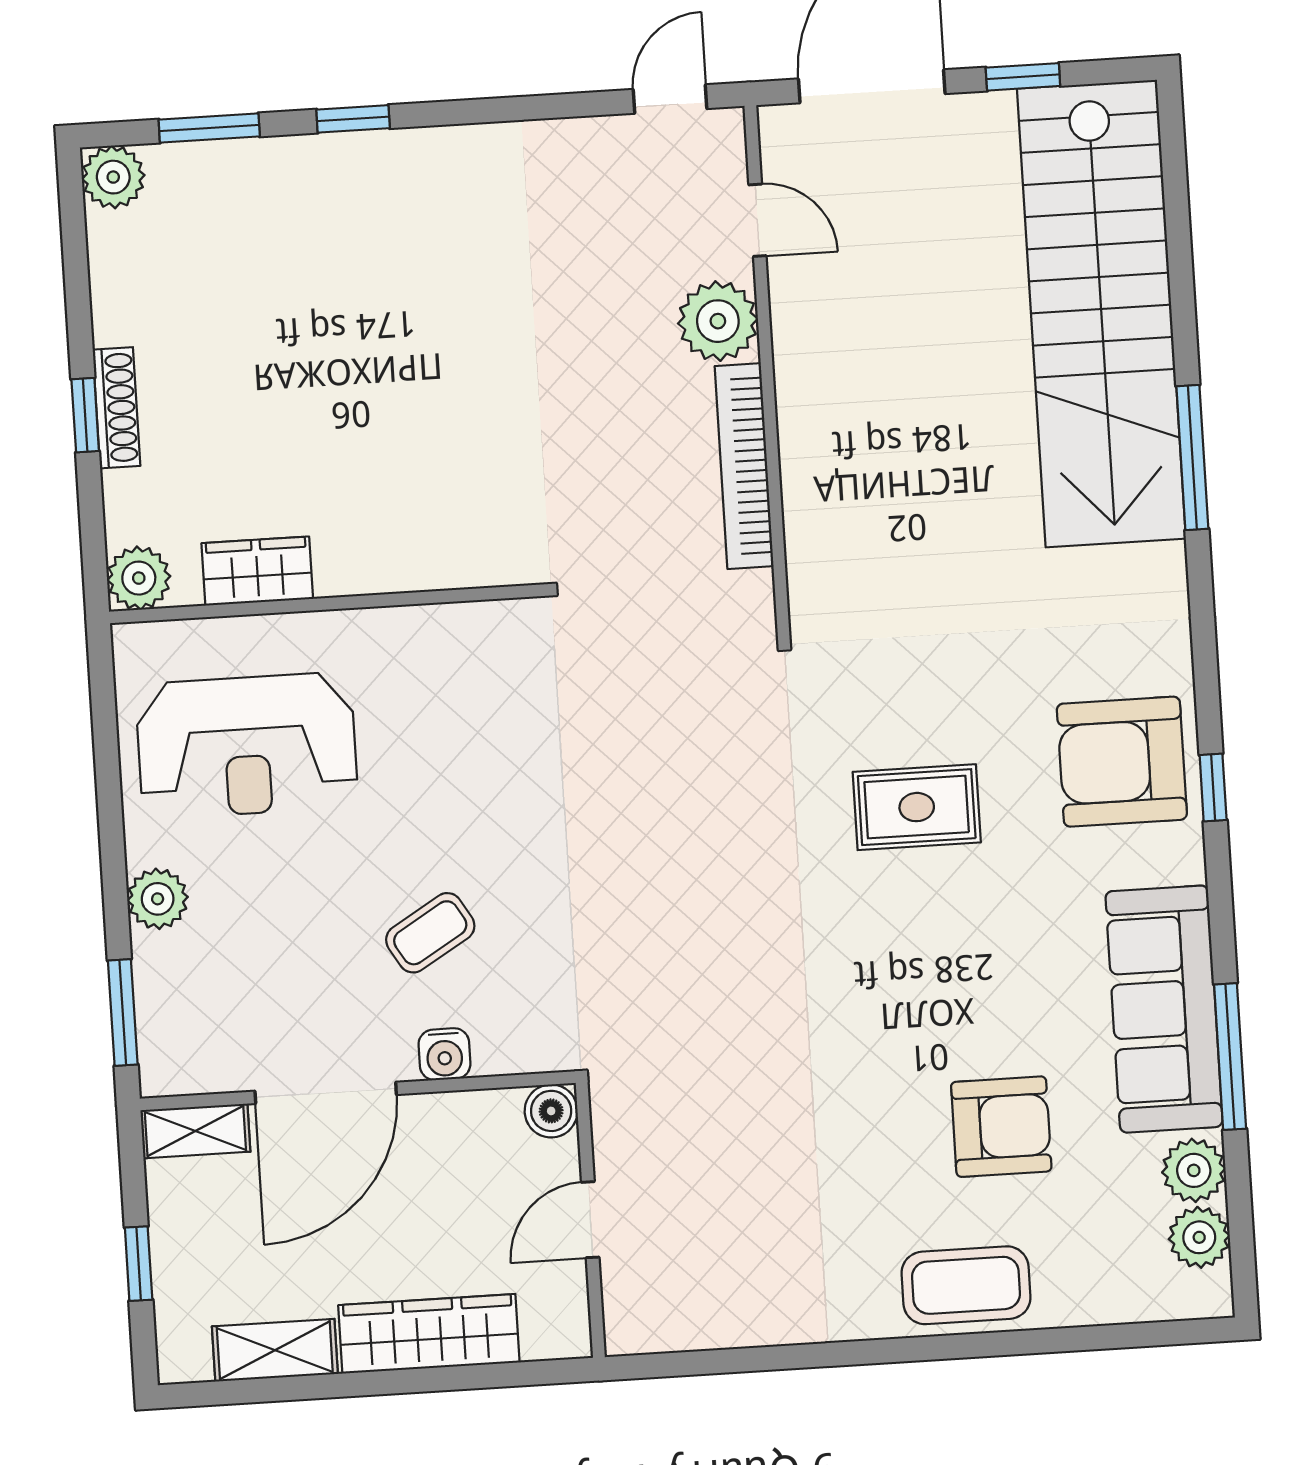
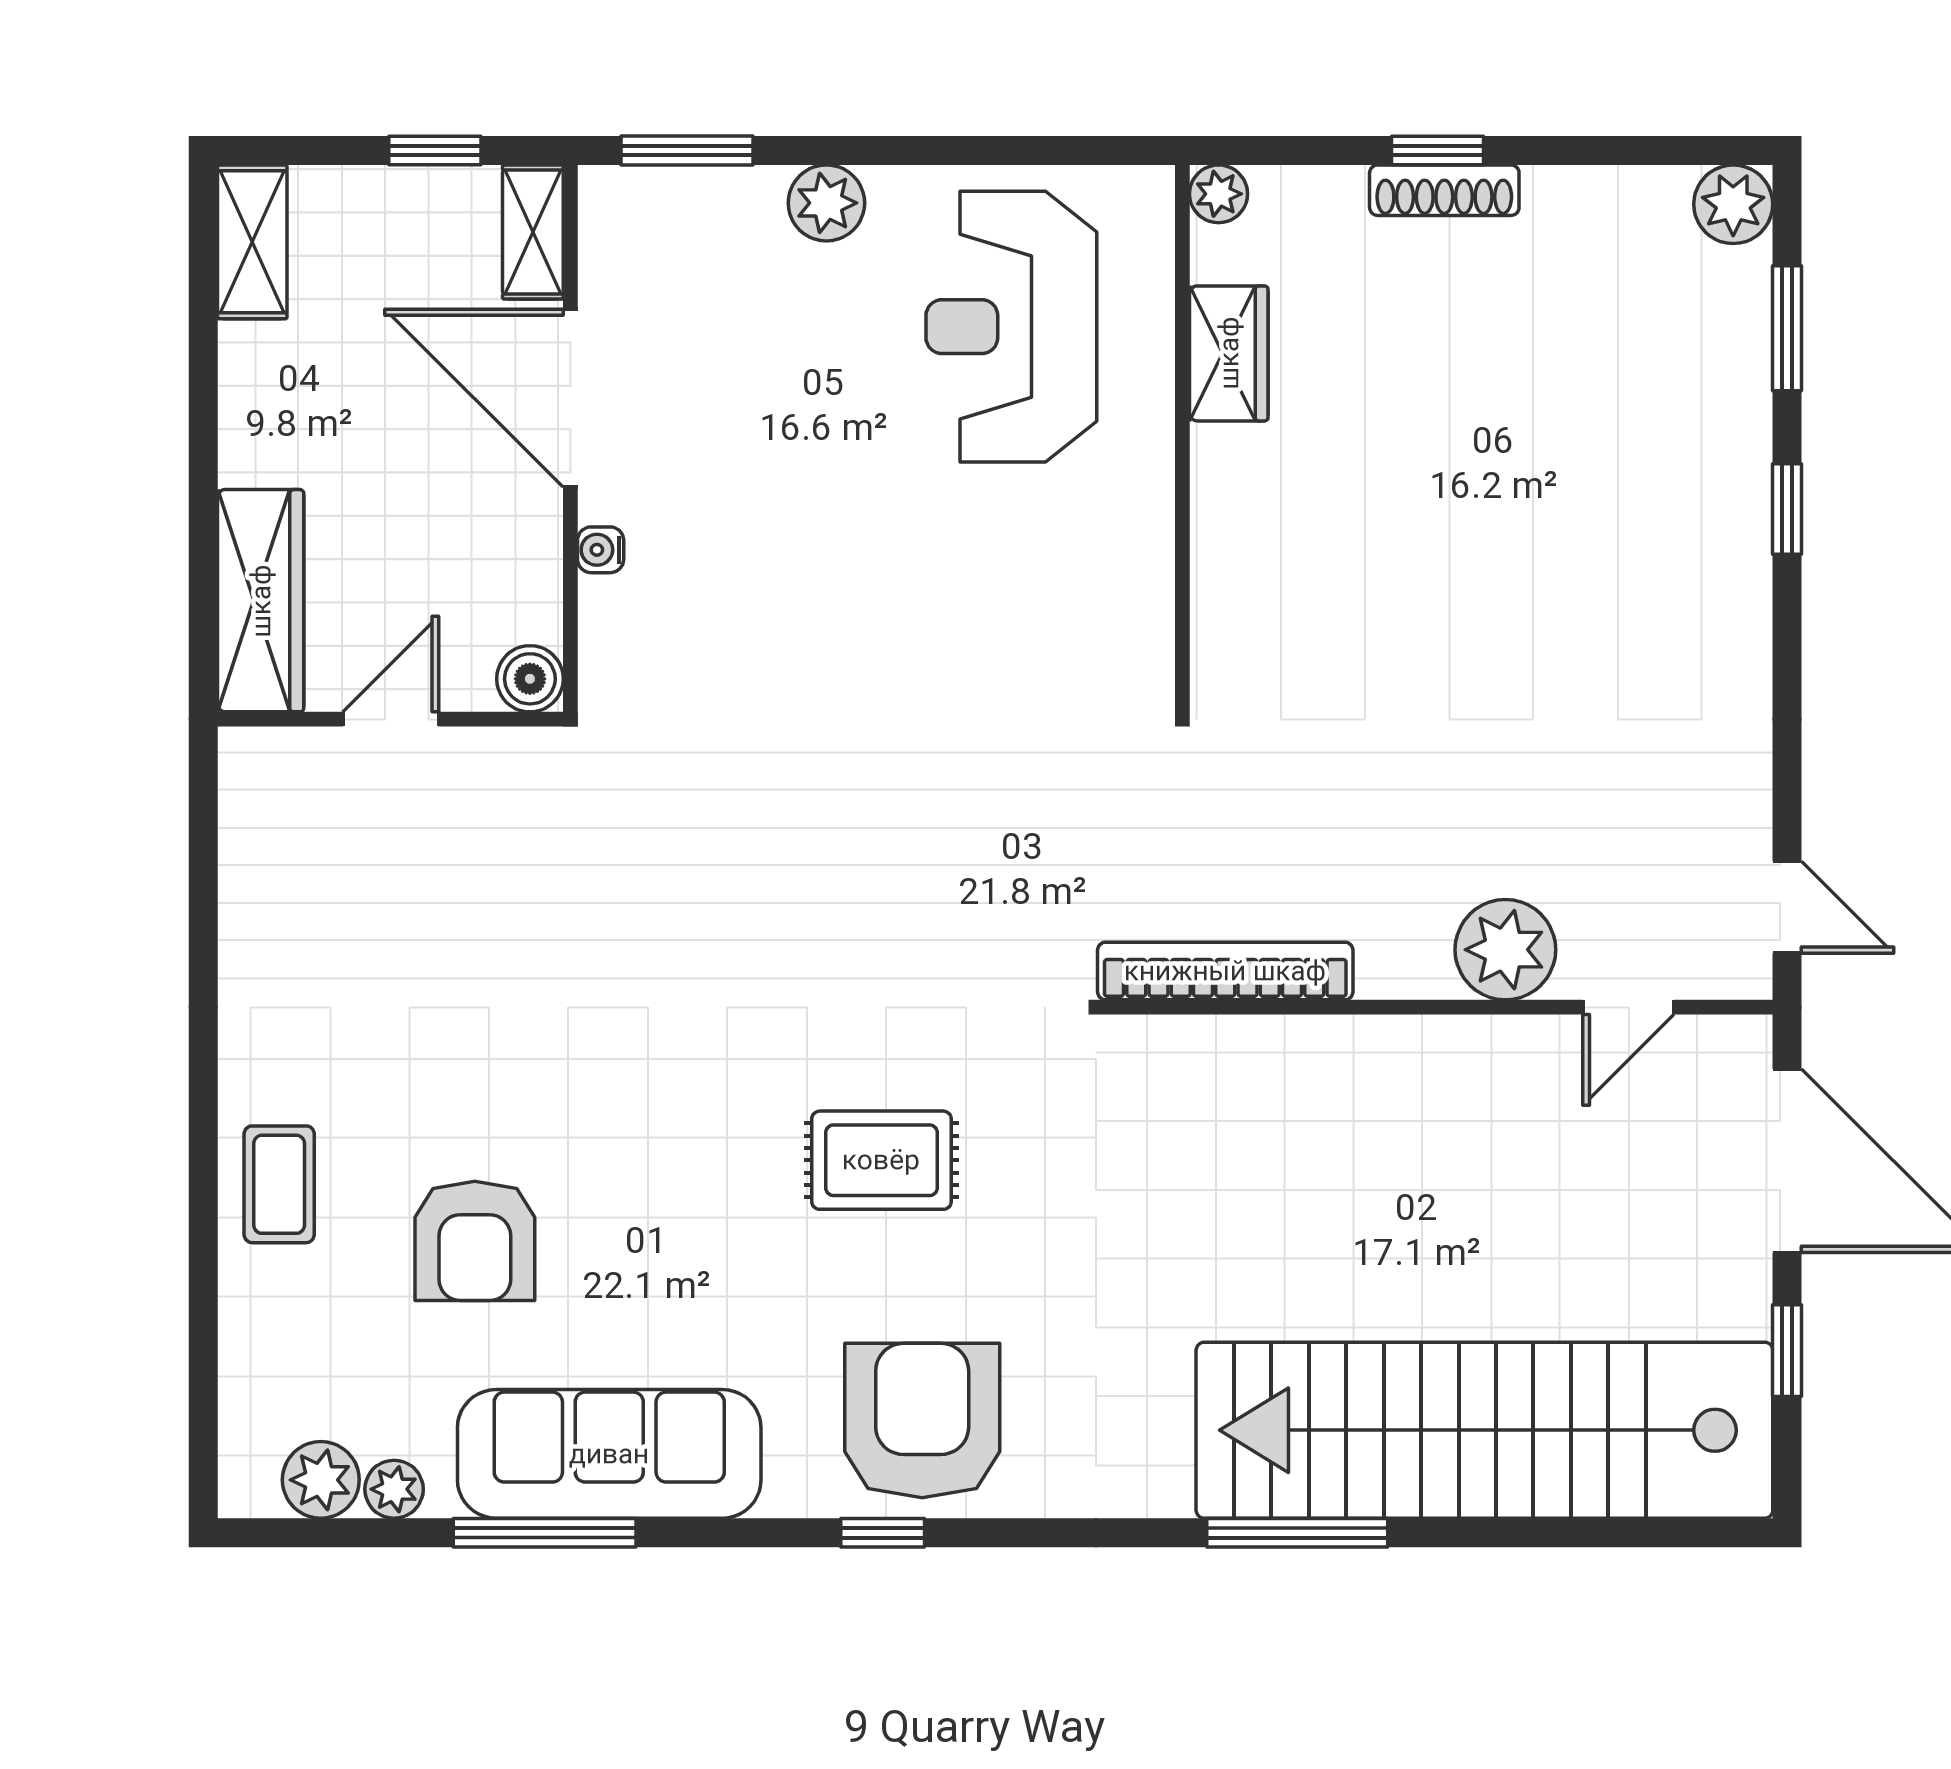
bookcase: (744, 466) -> (1225, 971), moved
plant: (139, 578) -> (1218, 194), width x0.73, depth x0.73
rug: (917, 807) -> (881, 1160), turned 90
coffee table: (430, 933) -> (762, 542), removed
water cooler: (444, 1054) -> (601, 550), width x0.72, depth x0.72
plant: (1194, 1170) -> (394, 1489), width x0.73, depth x0.73
door: (590, 1220) -> (391, 719), hinge flipped
window: (139, 1264) -> (435, 150), moved
coffee table: (966, 1285) -> (279, 1184), width x0.73, depth x0.77
wardrobe: (429, 1334) -> (261, 601), moved
shelving: (275, 1350) -> (252, 242), moved

